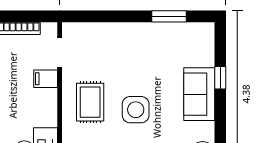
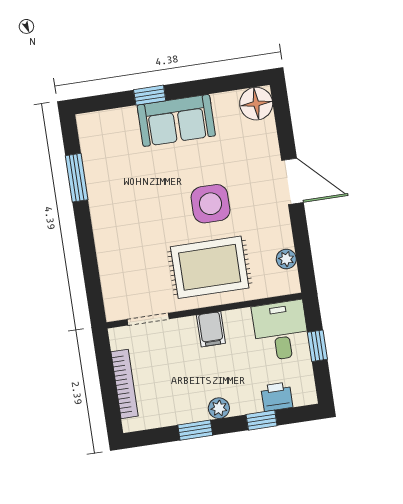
filing cabinet: (46, 79) -> (211, 329), moved
rug: (90, 102) -> (210, 267), width x1.36, depth x1.43

